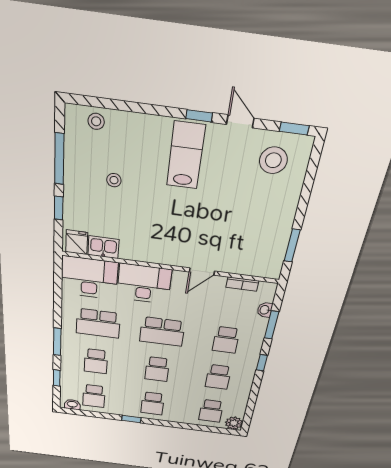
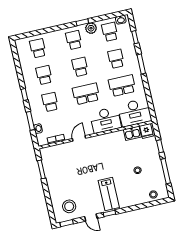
plant: (234, 423) -> (91, 28), moved

